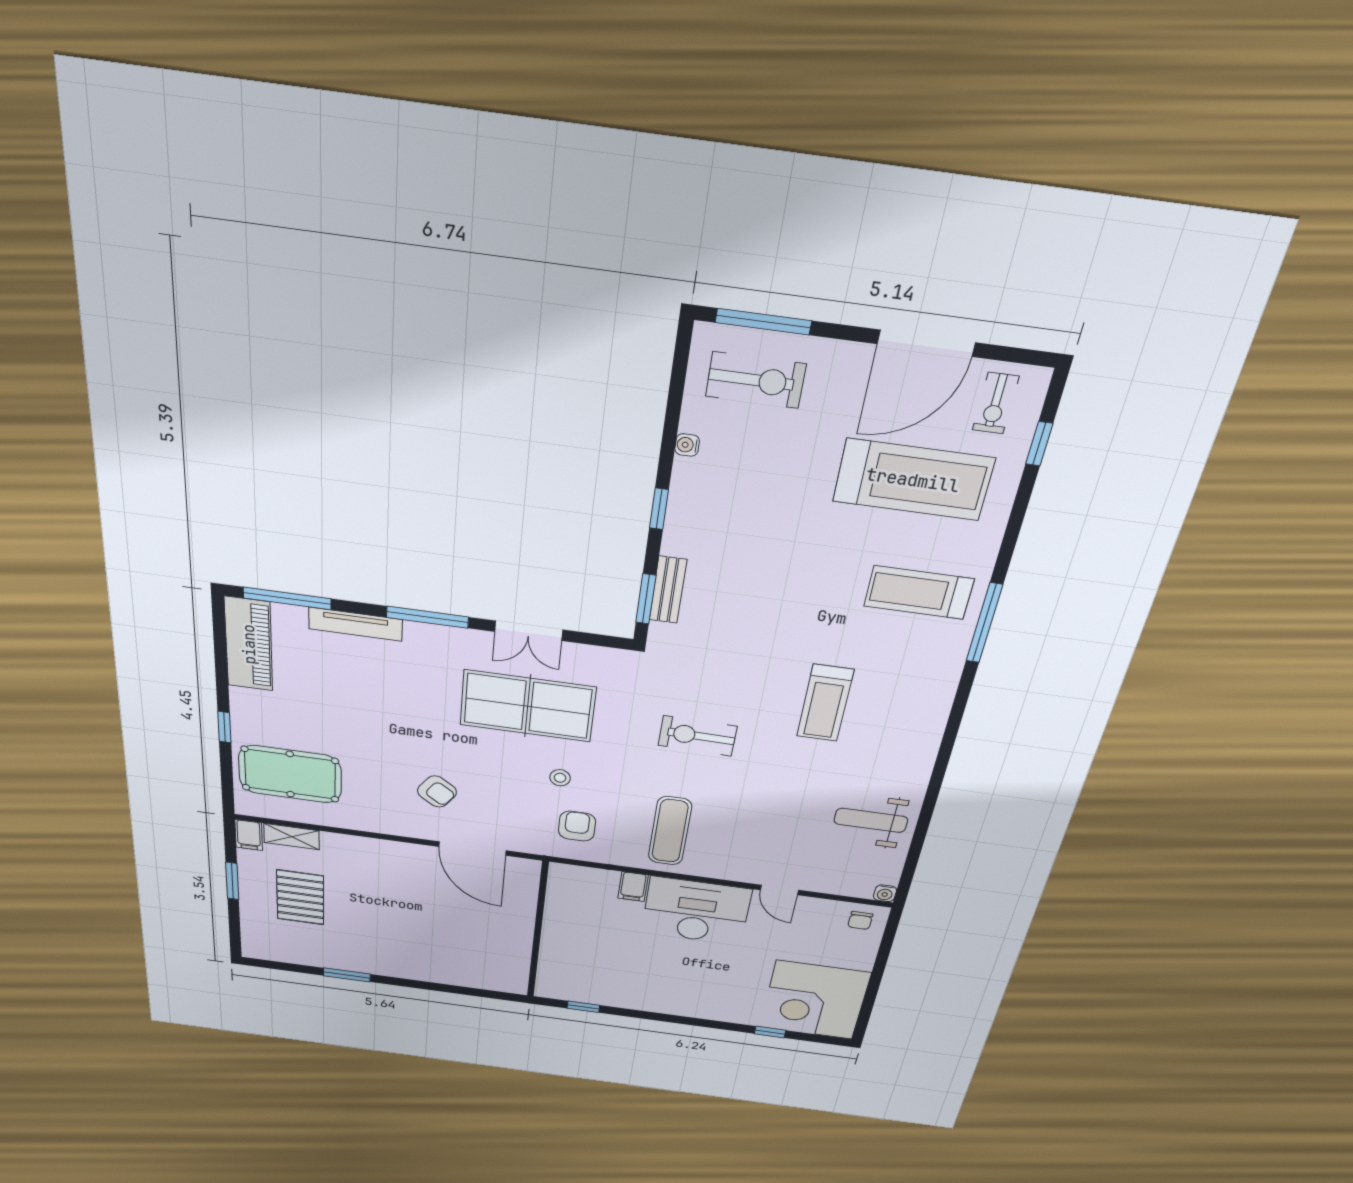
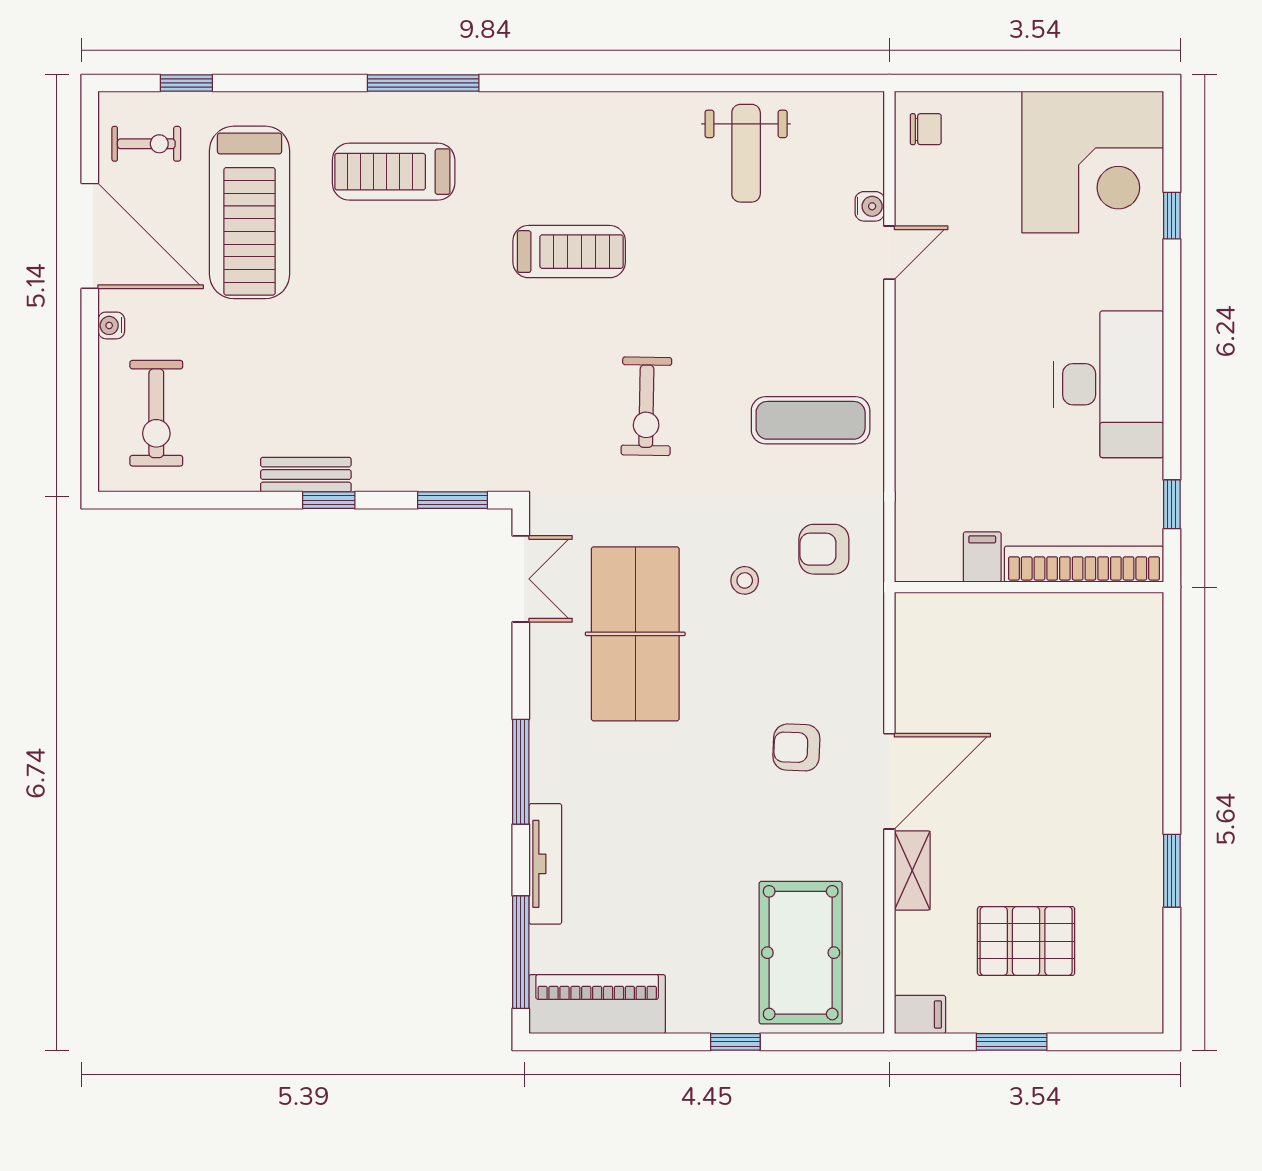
window: (763, 322) -> (90, 416), removed
exercise bike: (756, 380) -> (156, 413), turned 180
water cooler: (687, 445) -> (111, 325), moved, turned 90
treadmill: (913, 480) -> (250, 212), turned 180
bench: (668, 590) -> (306, 475), moved
treadmill: (919, 593) -> (394, 172), turned 90
double door: (529, 631) -> (521, 579), moved
armchair: (437, 791) -> (796, 747), turned -123
shelving: (292, 837) -> (912, 870), moved
door: (472, 849) -> (889, 781), moved
filing cabinet: (633, 887) -> (982, 557), moved, turned -90
water cooler: (885, 893) -> (870, 206), moved
desk: (696, 911) -> (1109, 384), moved, turned 180
bookcase: (550, 960) -> (1084, 564), added

